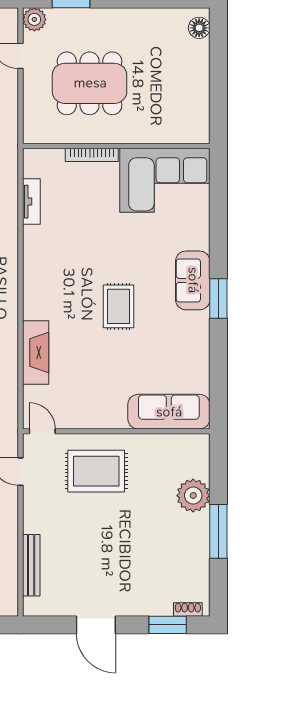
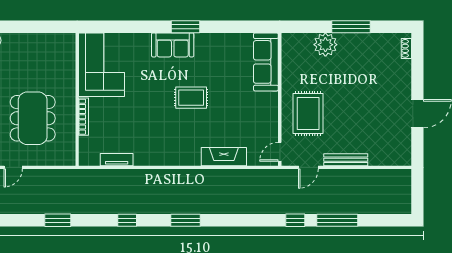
bench: (31, 565) -> (346, 160), moved
window: (168, 625) -> (417, 63), removed

